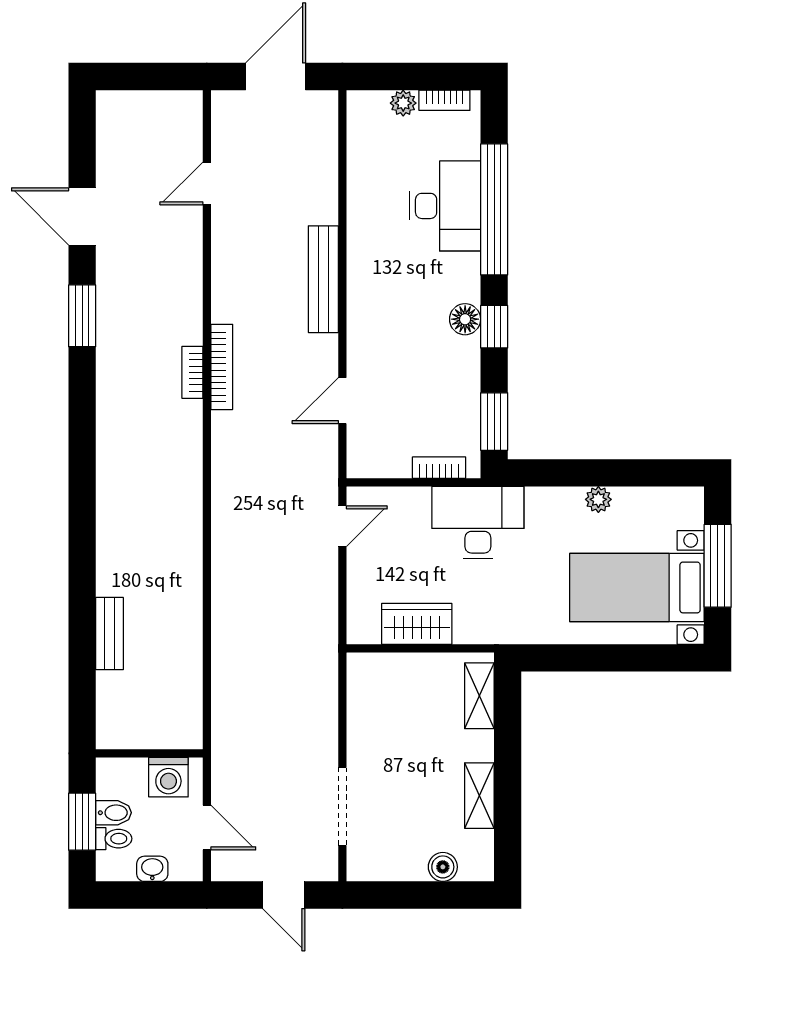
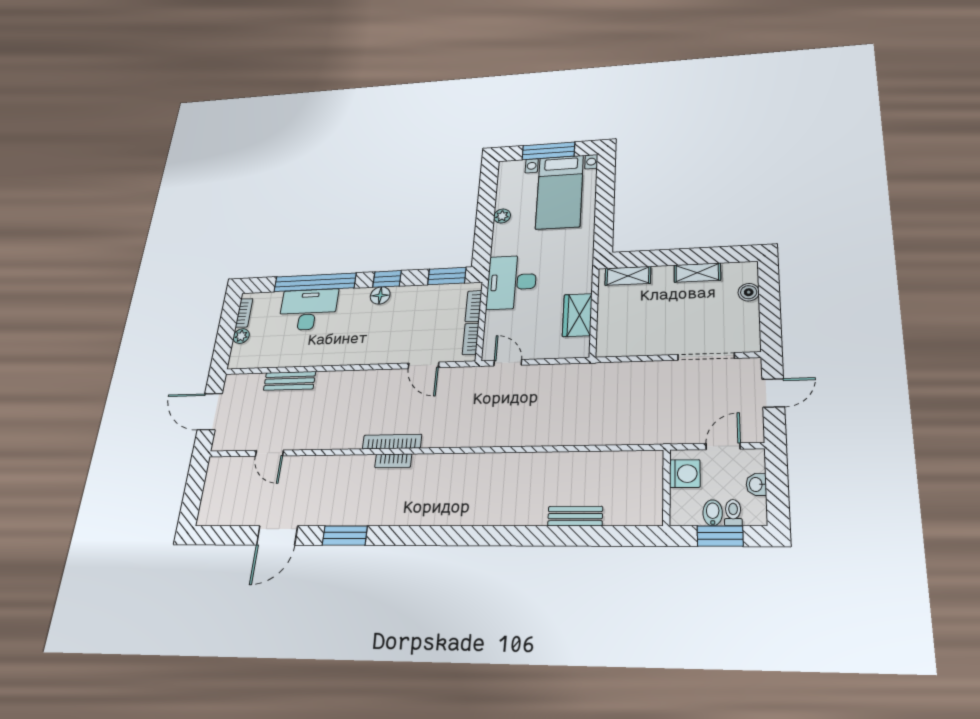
bench: (323, 279) -> (290, 381), moved, width x0.73
bookcase: (384, 468) -> (471, 339), added

